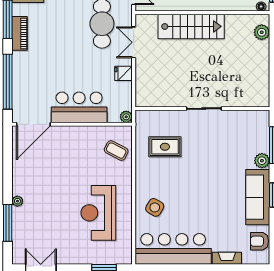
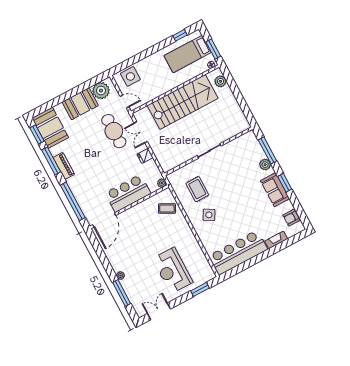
stairs: (191, 26) -> (183, 102), width x1.36, depth x1.51
rug: (165, 147) -> (197, 189), turned 90
sofa: (258, 197) -> (275, 190), width x0.73
side table: (155, 207) -> (209, 215), moved
reception desk: (98, 213) -> (173, 270), moved

